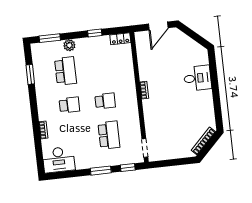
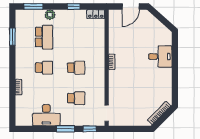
school desk: (109, 135) -> (76, 98), width x0.54
desk: (59, 160) -> (46, 115), moved

